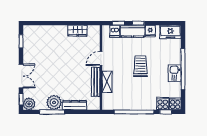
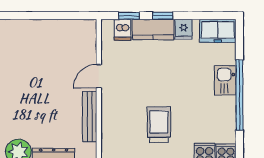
wardrobe: (77, 31) -> (59, 29), removed
trolley: (140, 66) -> (159, 124), moved
kitchen sink: (175, 73) -> (225, 80), moved
shelving: (107, 82) -> (109, 116), removed

